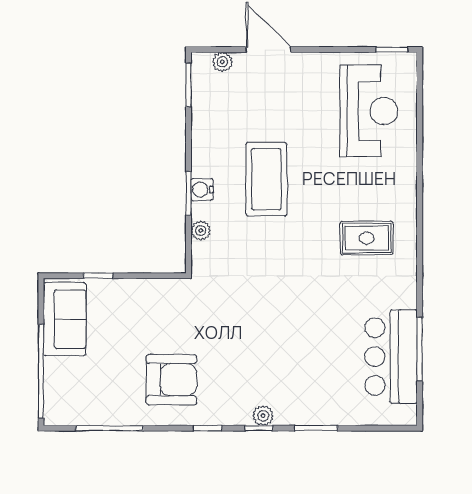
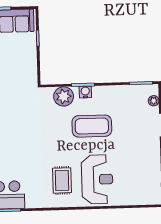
reception desk: (369, 111) -> (97, 179), moved, turned -90
plant: (201, 231) -> (64, 96), width x1.88, depth x1.88

